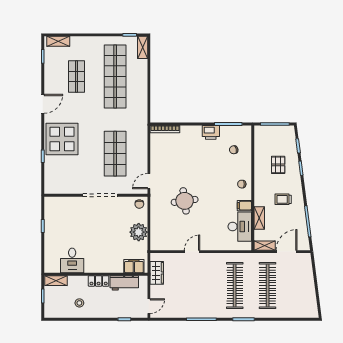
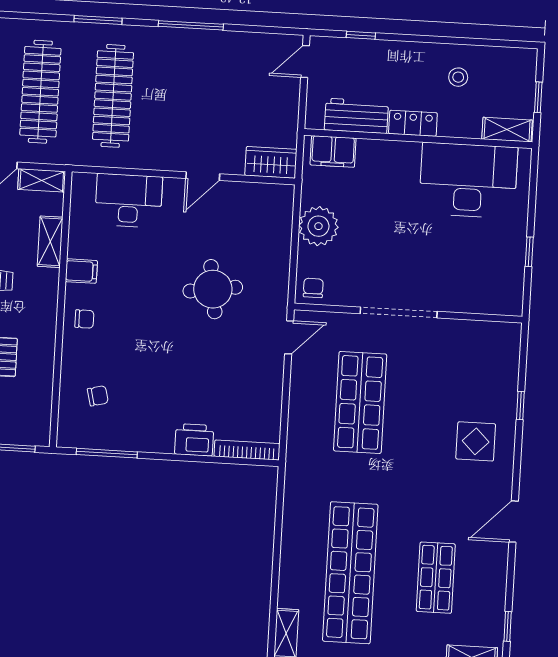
printer: (211, 132) -> (194, 440), moved
display table: (62, 139) -> (476, 441), width x0.54, depth x0.54
desk: (240, 227) -> (129, 201), moved, turned 90
desk: (72, 260) -> (468, 180), width x1.87, depth x1.30
wardrobe: (157, 273) -> (271, 162), moved, turned 90

